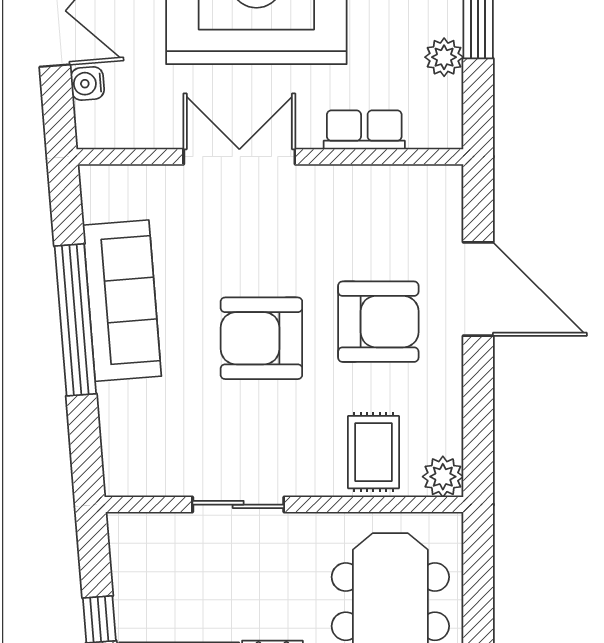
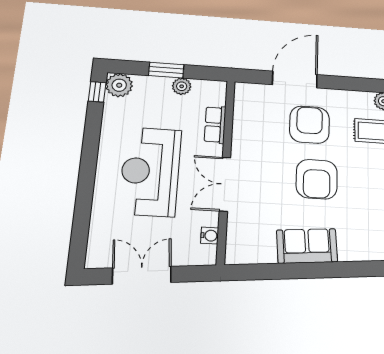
water cooler: (87, 83) -> (210, 236), moved, turned -85
sofa: (122, 301) -> (307, 246), width x0.73
window: (75, 320) -> (306, 270), removed

